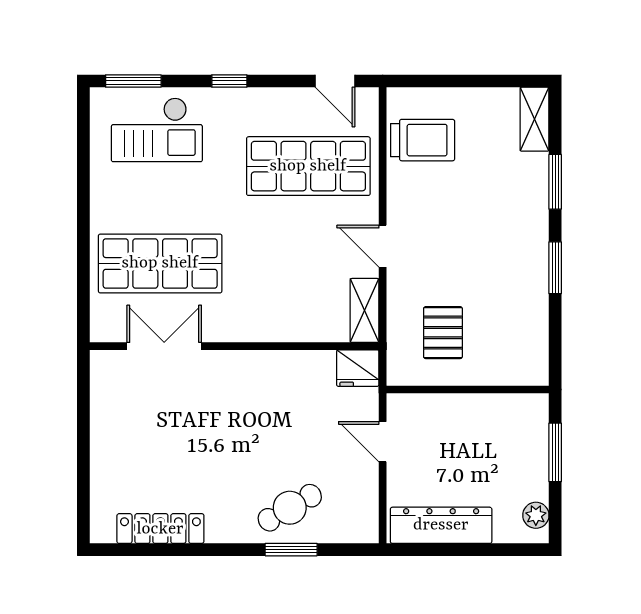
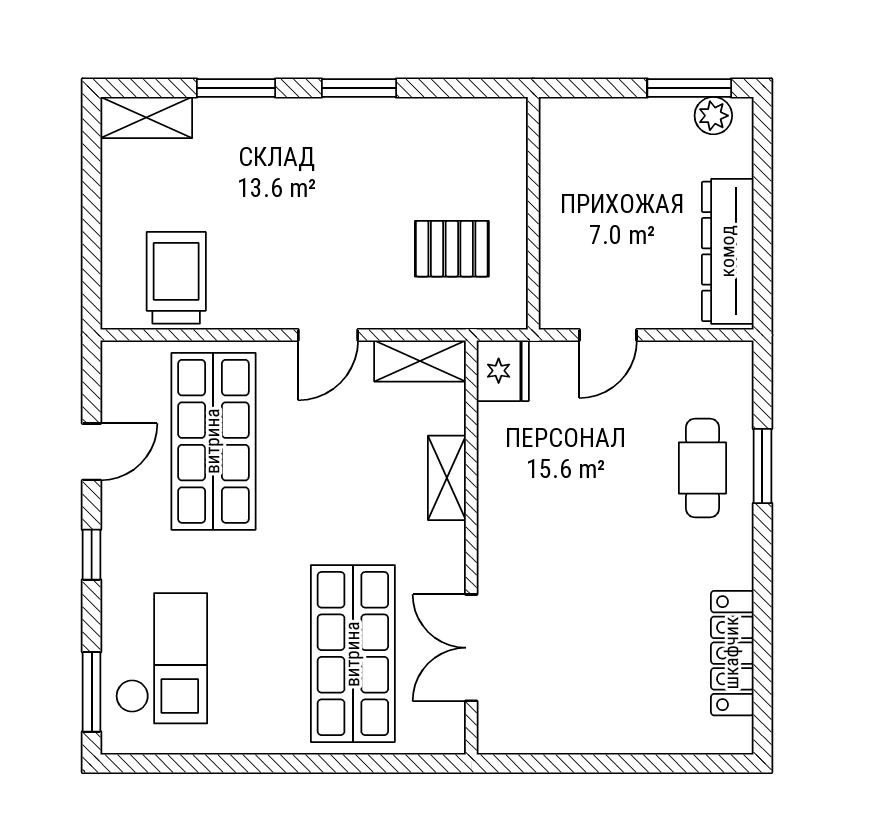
door: (335, 81) -> (92, 452), moved
shelving: (283, 329) -> (447, 478), added
window: (555, 452) -> (689, 88), moved
cafe table: (290, 508) -> (702, 468), turned 30

